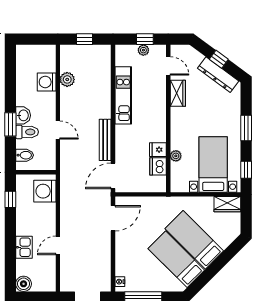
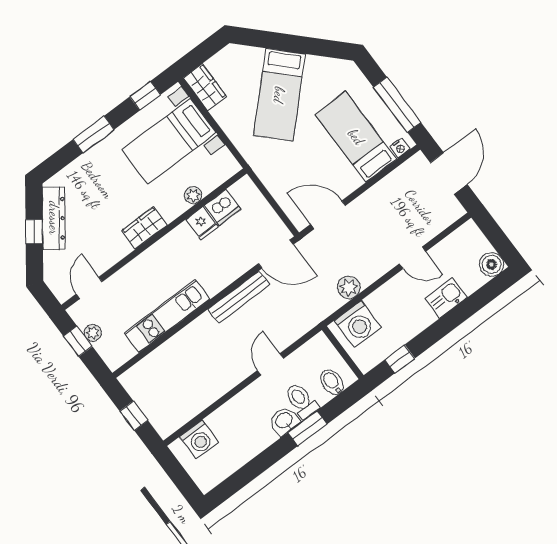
plant: (67, 79) -> (349, 287), moved
washing machine: (47, 82) -> (199, 440), moved
wardrobe: (178, 93) -> (145, 228), moved
bed: (176, 259) -> (356, 137), moved, turned 135

